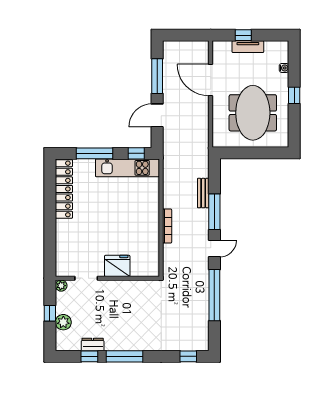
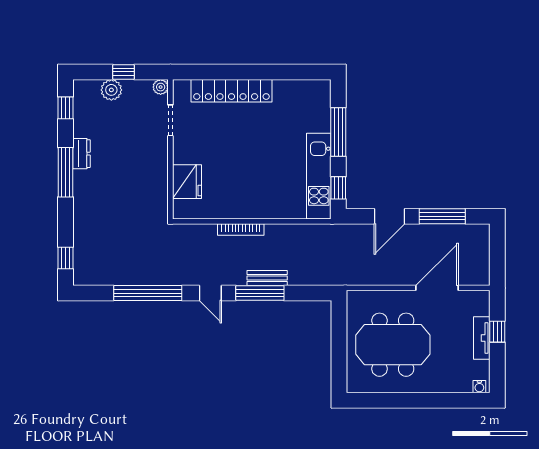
water cooler: (284, 68) -> (479, 387), moved
window: (294, 95) -> (416, 400), removed
door: (157, 115) -> (389, 216), swing flipped
locker: (64, 189) -> (231, 91), moved
bench: (203, 193) -> (267, 278), moved
fridge: (117, 266) -> (187, 182), moved
dresser: (93, 344) -> (81, 154), moved
window: (89, 356) -> (65, 108), moved

